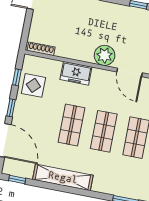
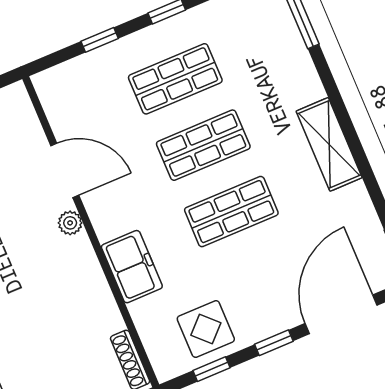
plant: (105, 55) -> (70, 223), width x0.53, depth x0.53
door: (130, 72) -> (65, 170), hinge flipped
shelving: (63, 177) -> (329, 144), width x0.68

